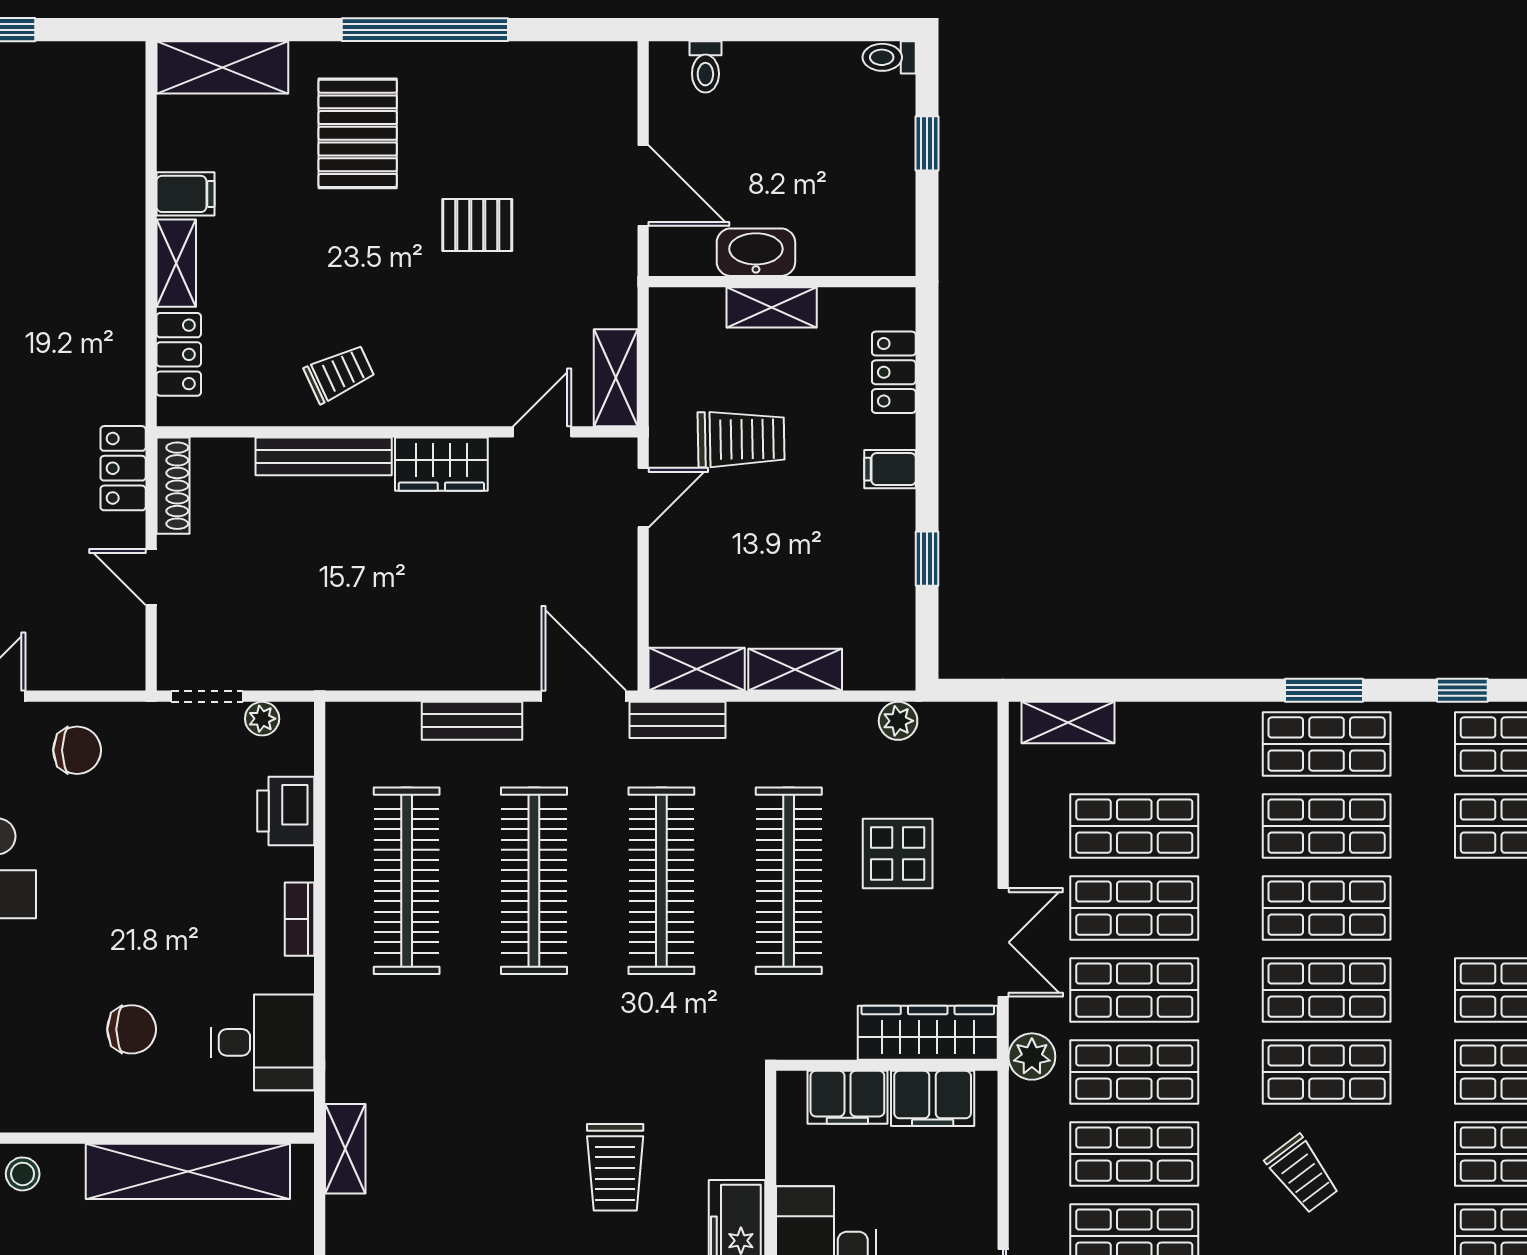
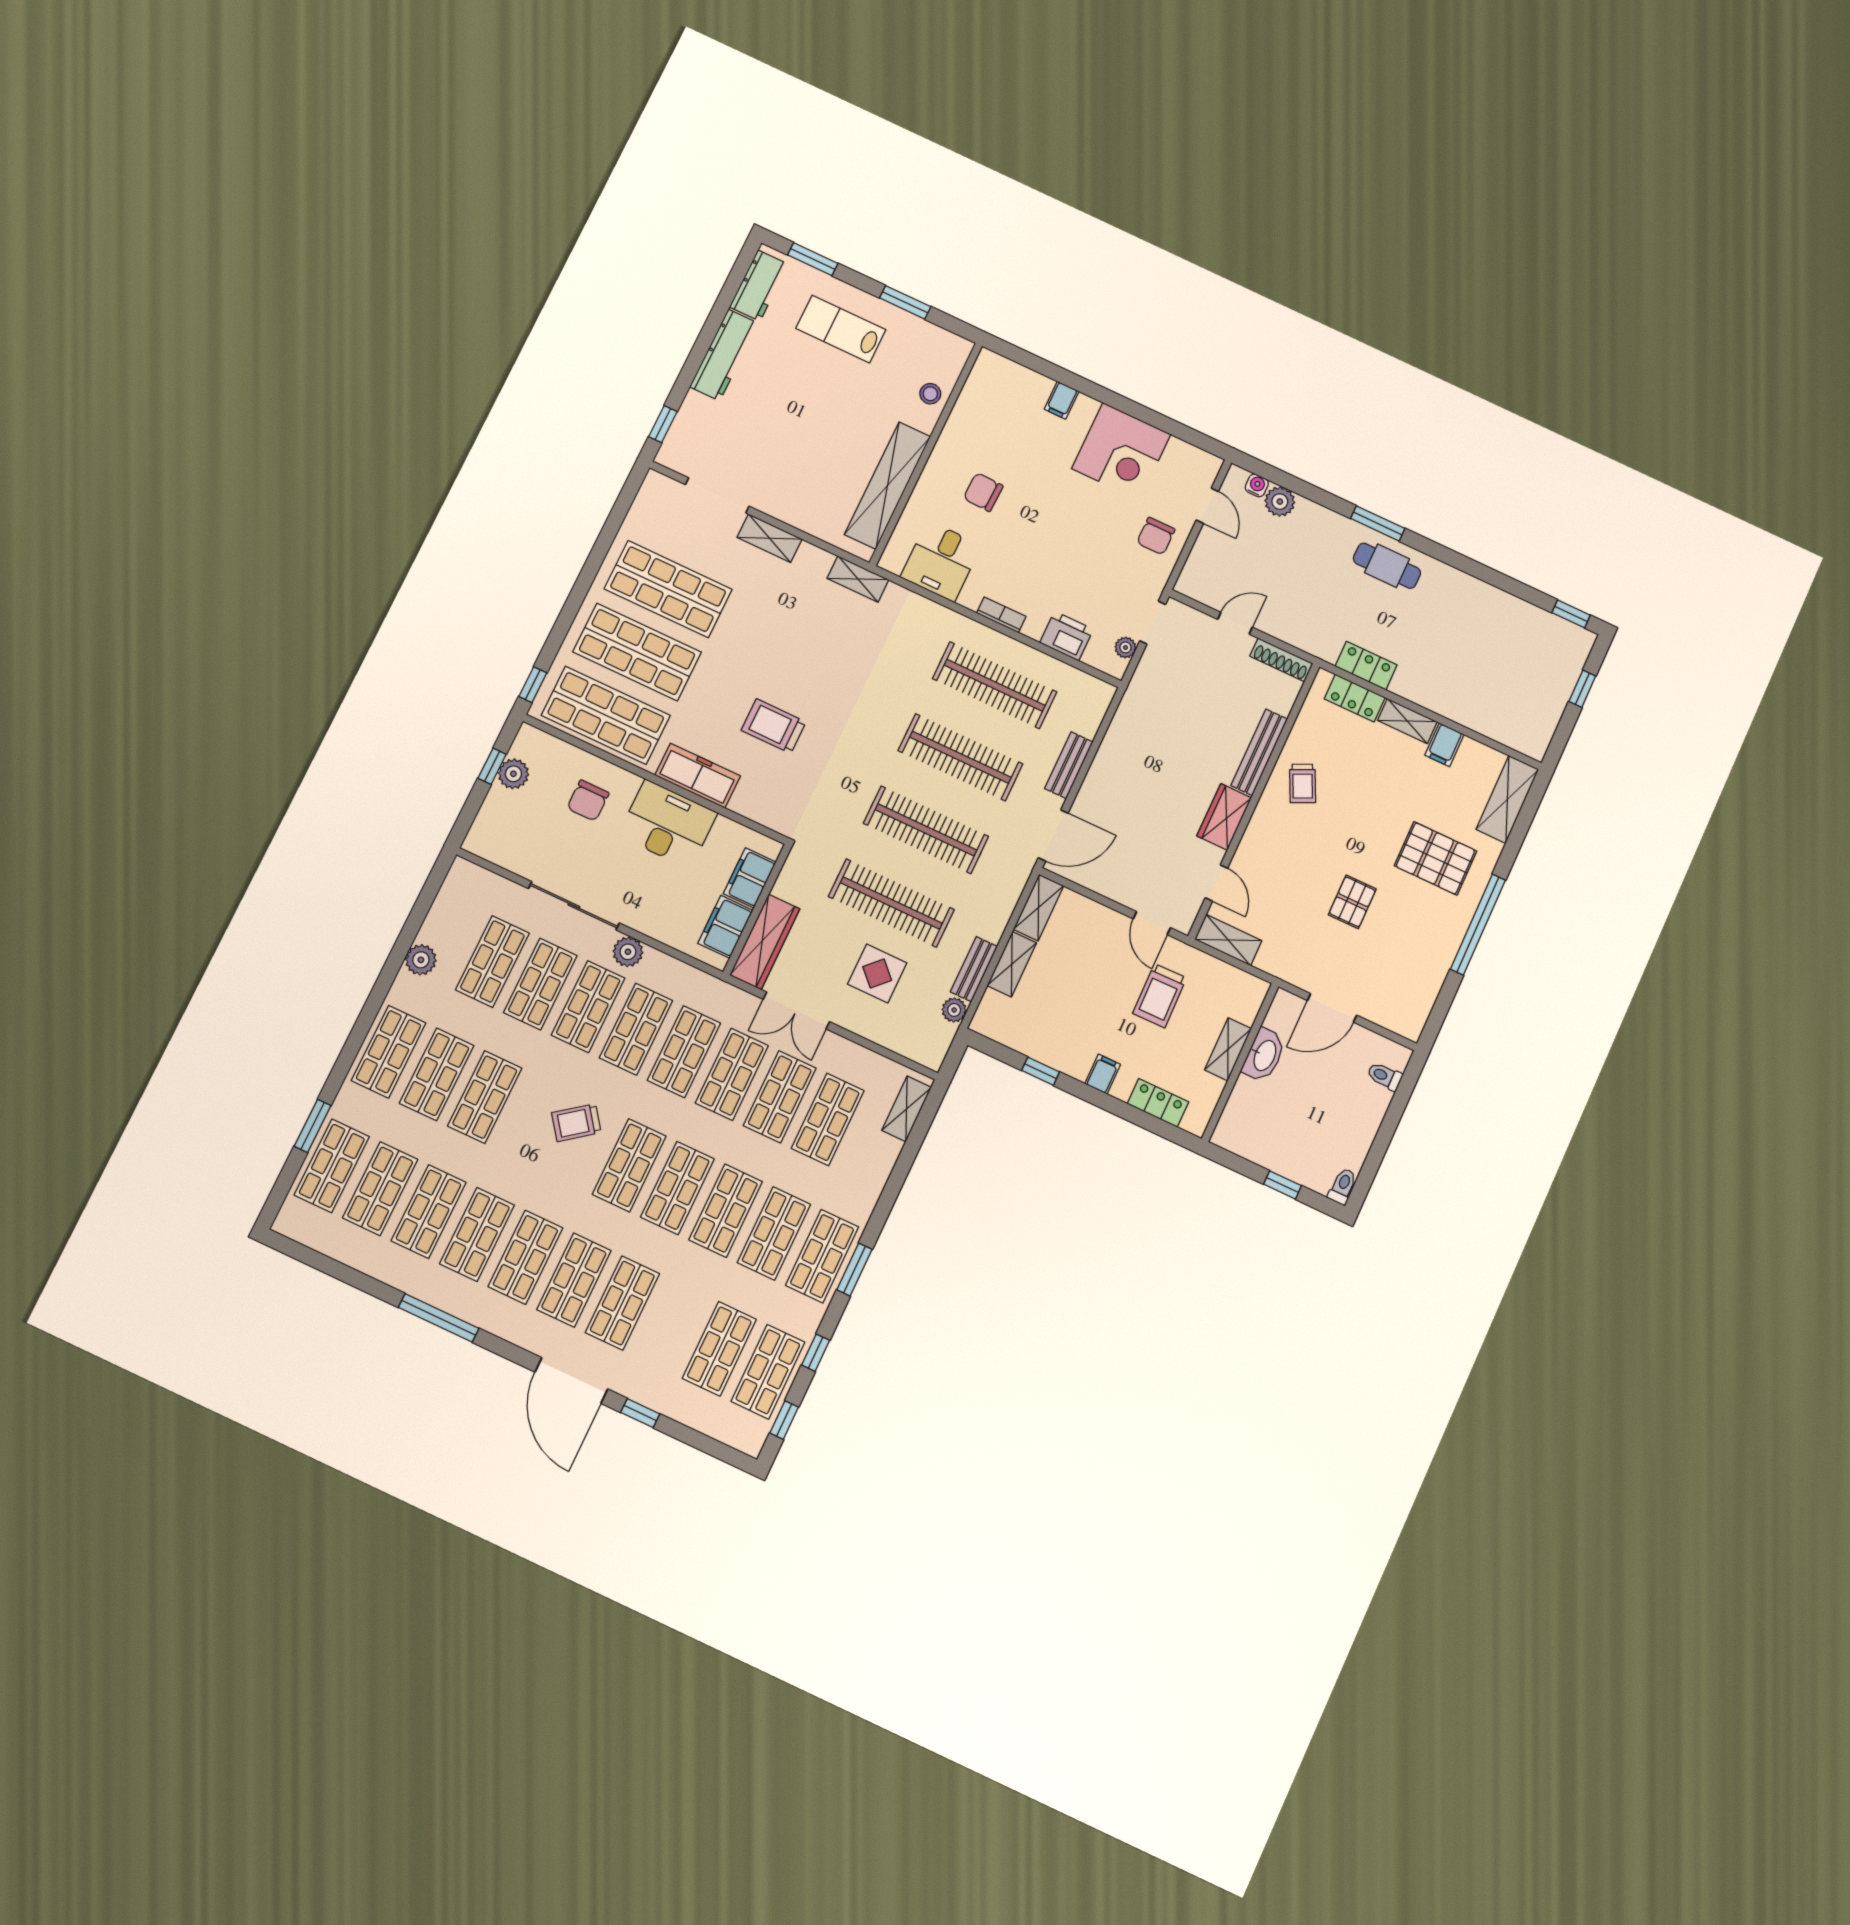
locker: (123, 468) -> (1366, 666), moved
bench: (678, 720) -> (974, 969), moved
chair: (132, 1029) -> (983, 492), turned 92
plant: (1032, 1057) -> (628, 952), moved

